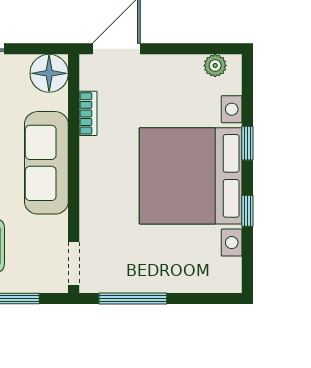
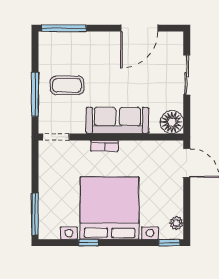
bookcase: (88, 113) -> (104, 146), moved
window: (247, 143) -> (169, 243), moved
window: (133, 298) -> (35, 214), moved

